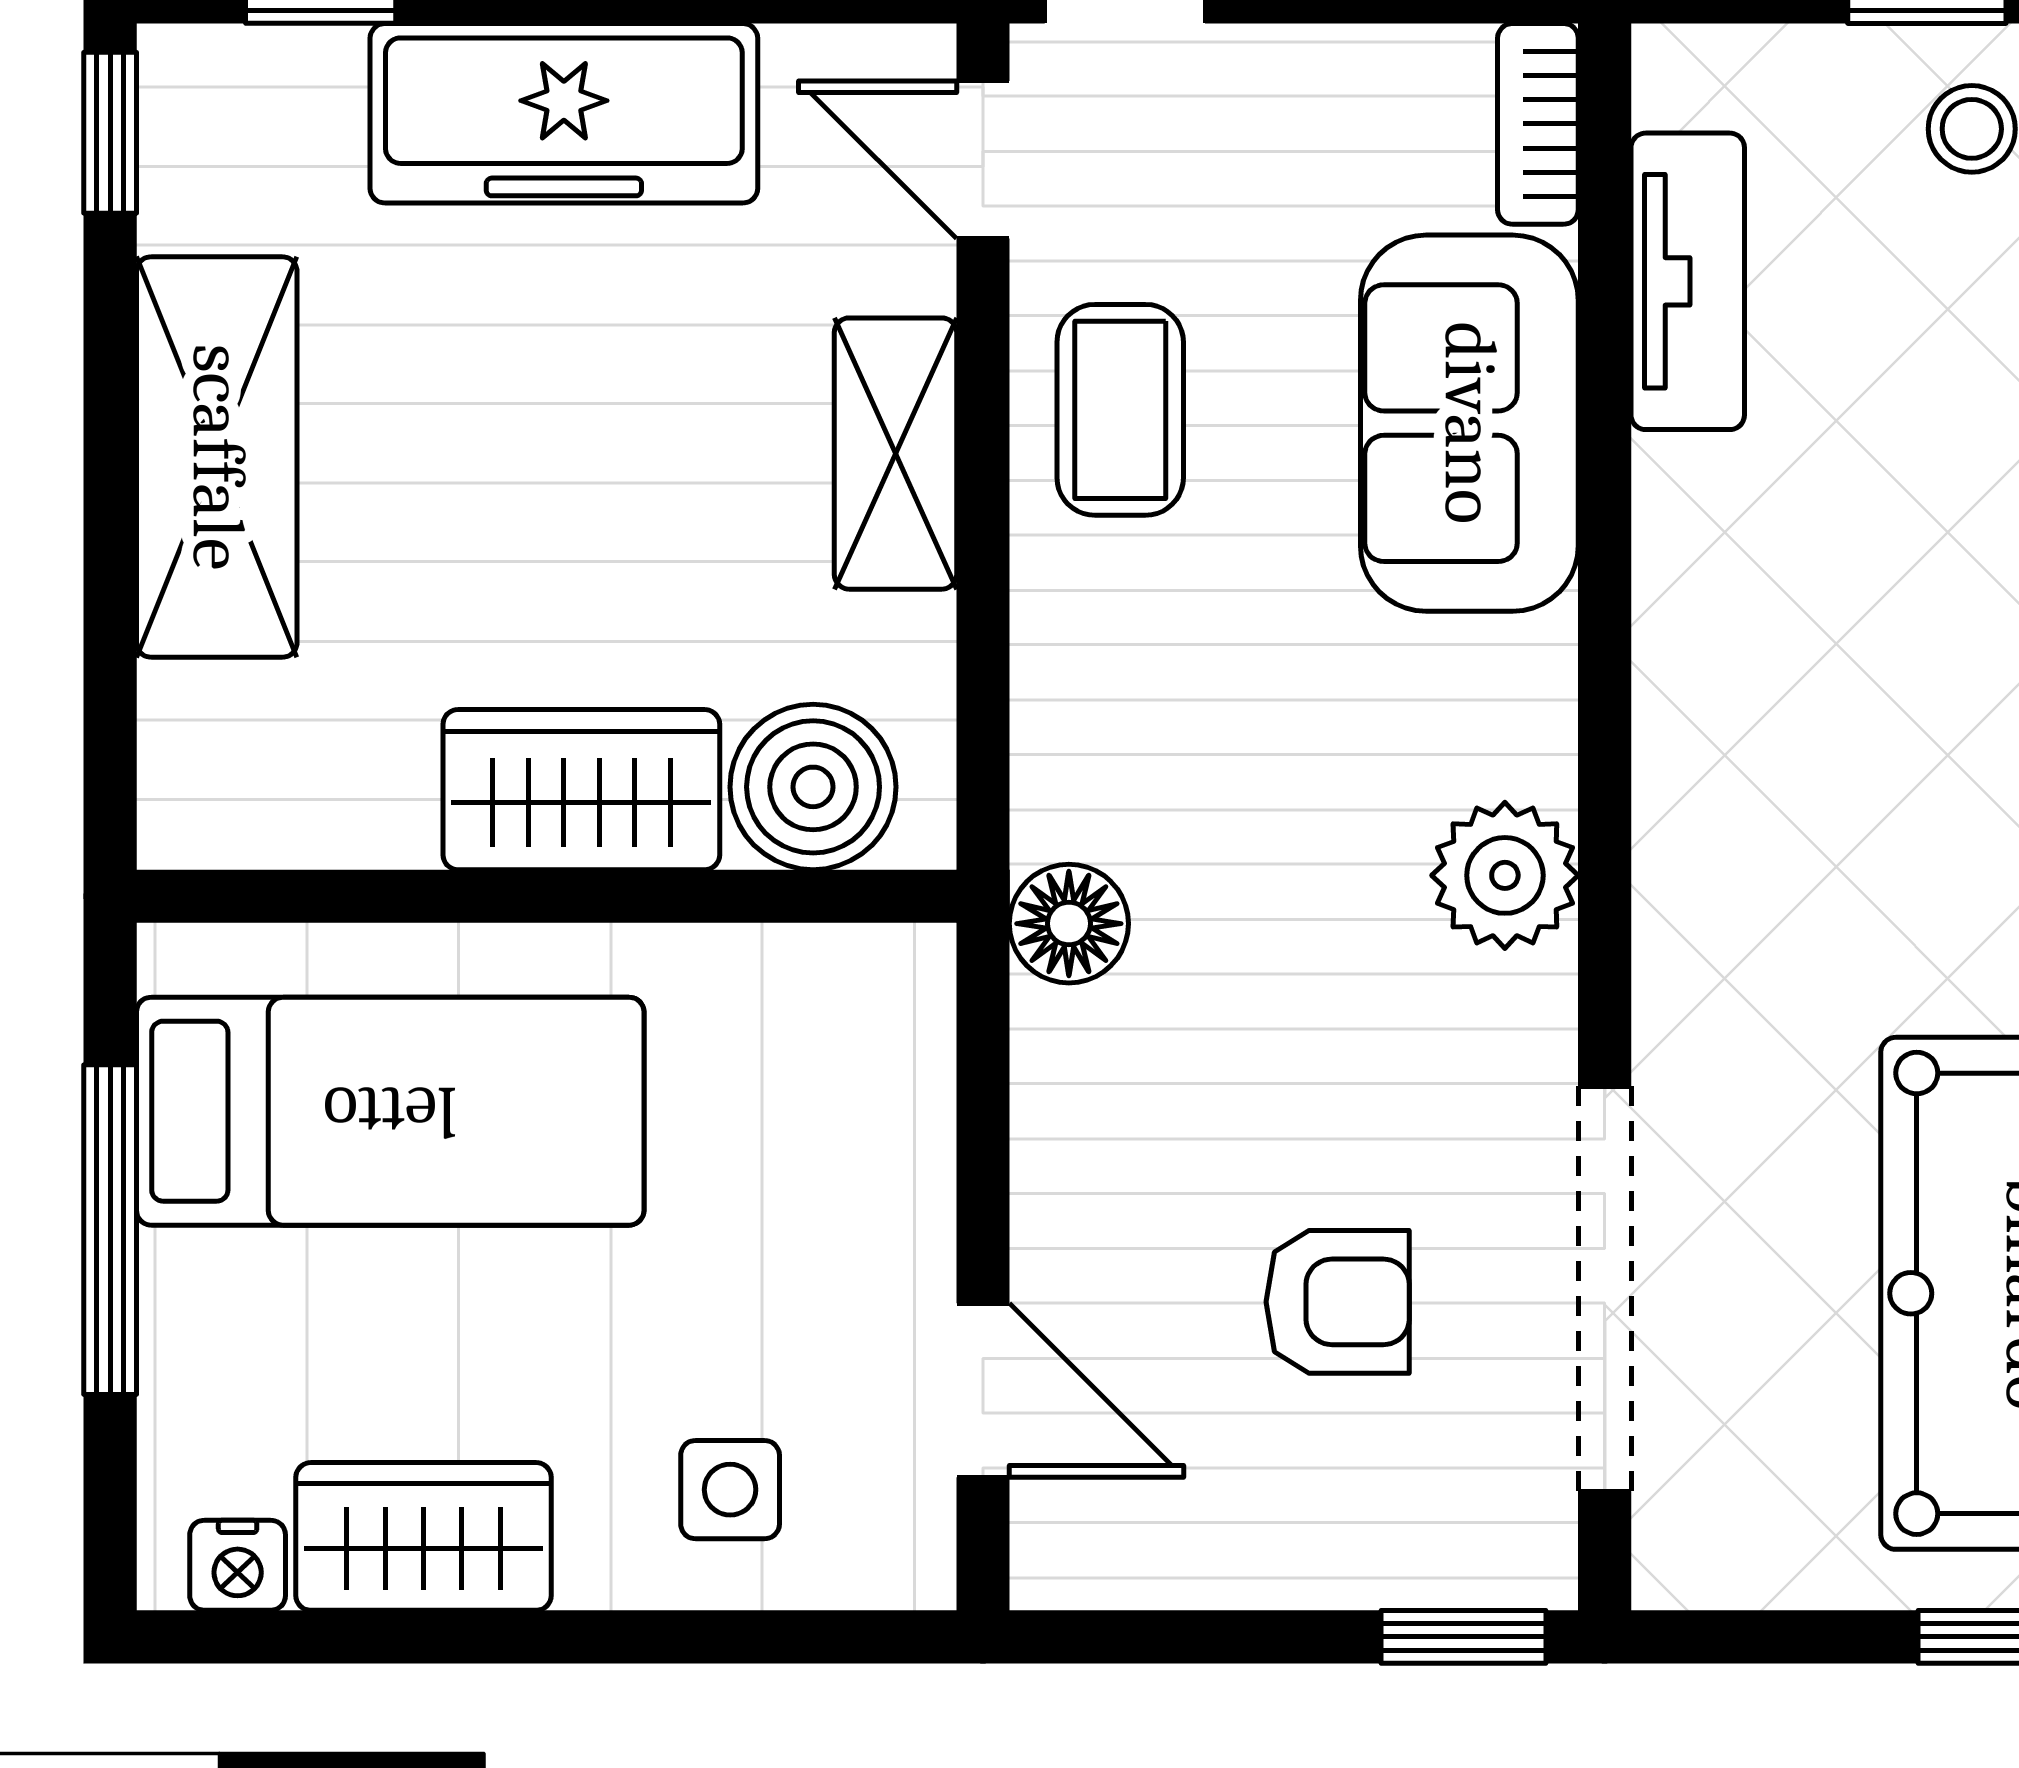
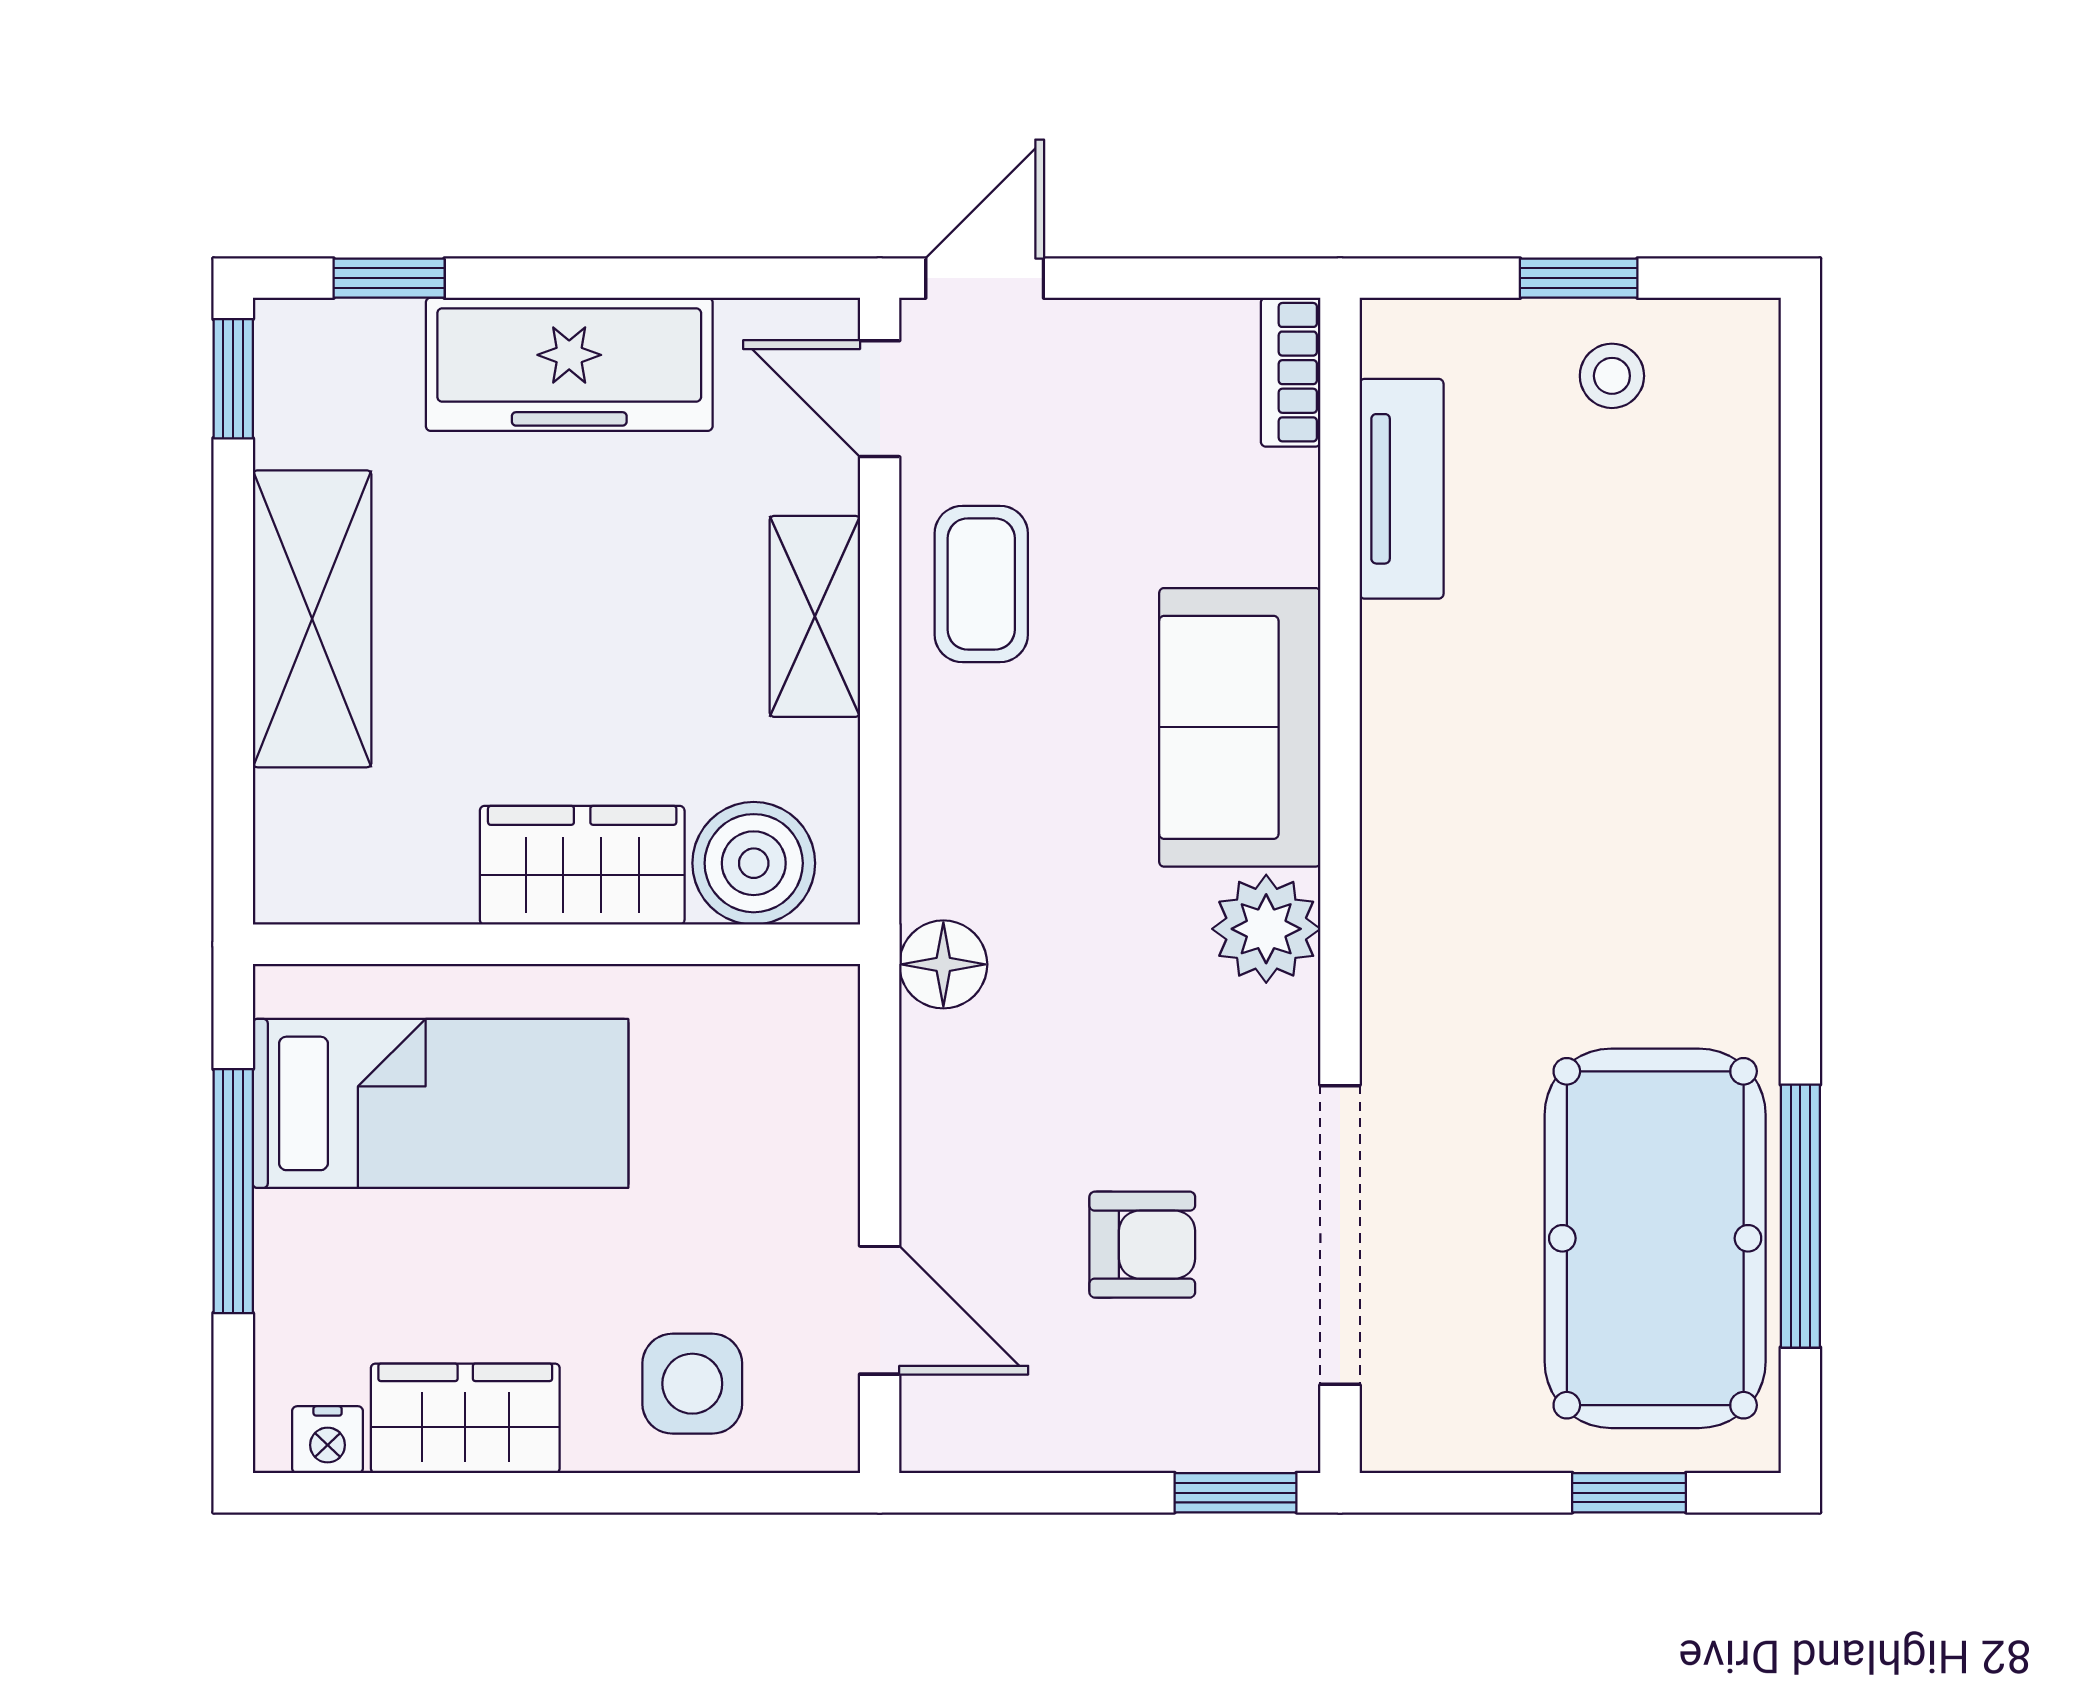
sofa: (1469, 423) -> (1240, 727), moved
side table: (730, 1490) -> (692, 1384), width x1.37, depth x1.37

